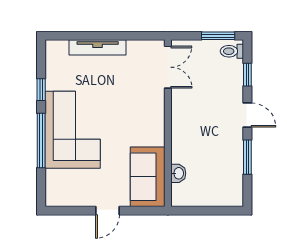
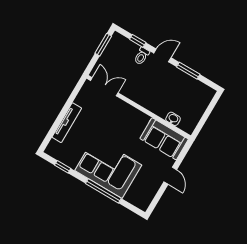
toilet: (232, 51) -> (142, 56), moved
window: (41, 90) -> (63, 167), moved

